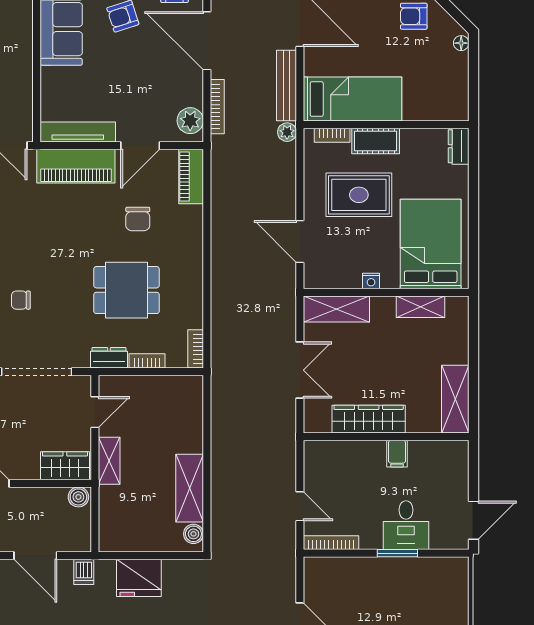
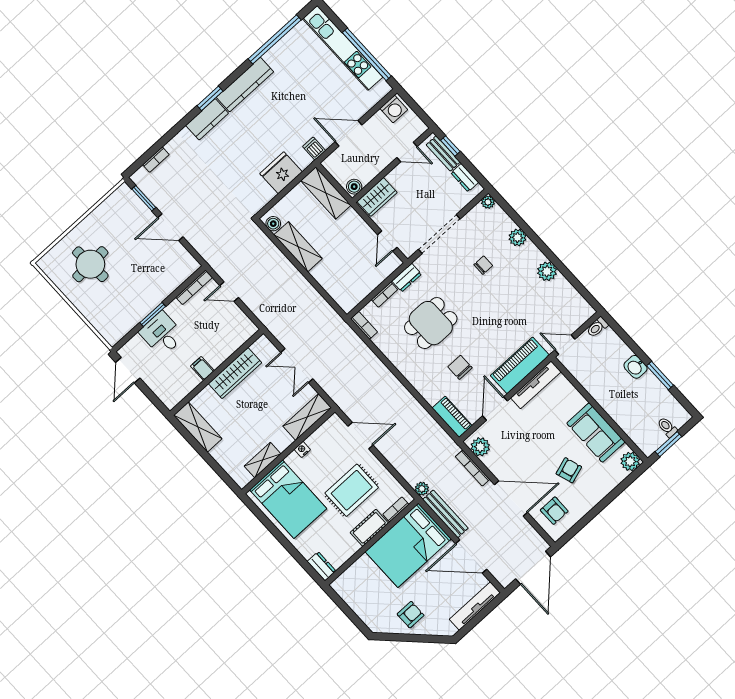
floor lamp: (461, 43) -> (371, 624), removed
bed: (353, 99) -> (408, 545), width x1.50
shelving: (109, 461) -> (326, 193), moved, width x1.50, depth x1.33

